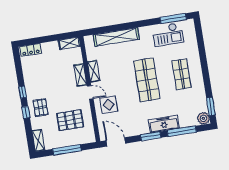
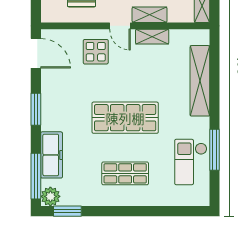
window: (173, 18) -> (214, 150), moved
door: (90, 92) -> (120, 26), hinge flipped
freezer: (164, 124) -> (52, 155), moved
window: (182, 131) -> (36, 176), moved
door: (116, 142) -> (36, 53), hinge flipped

